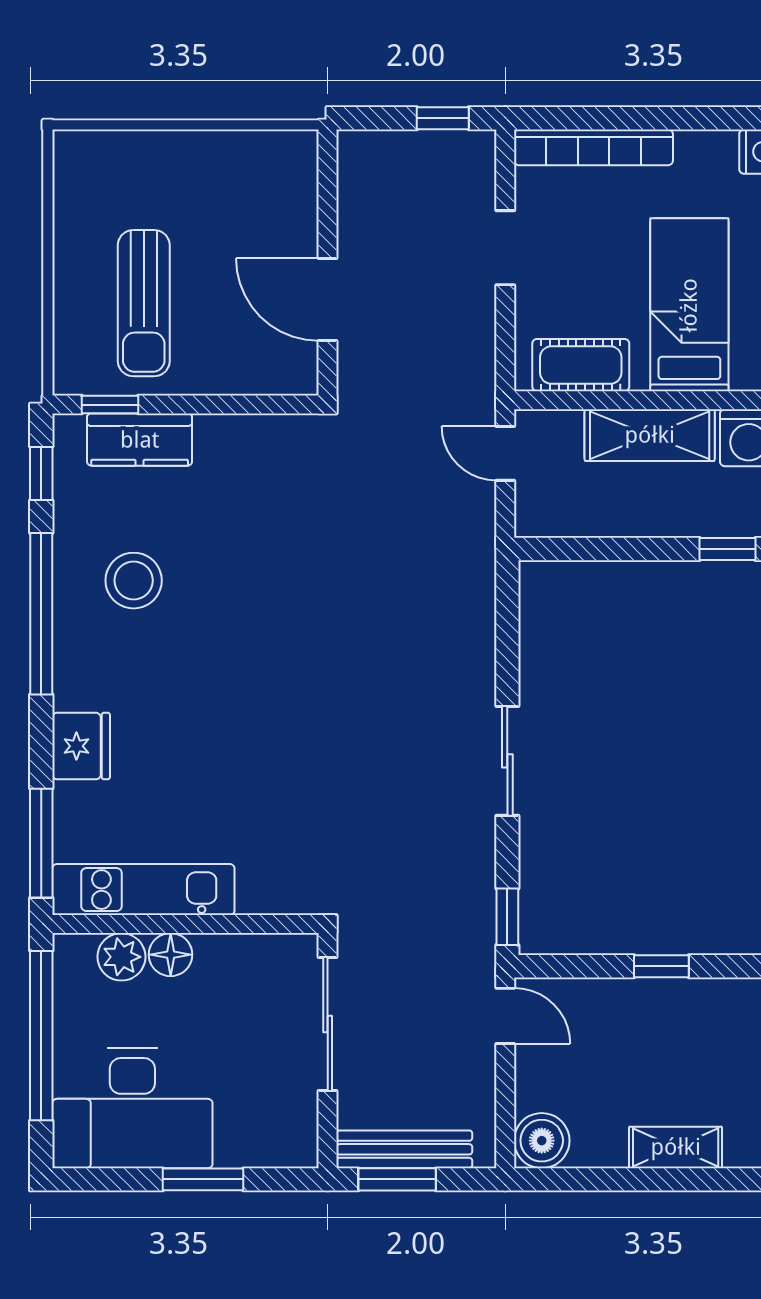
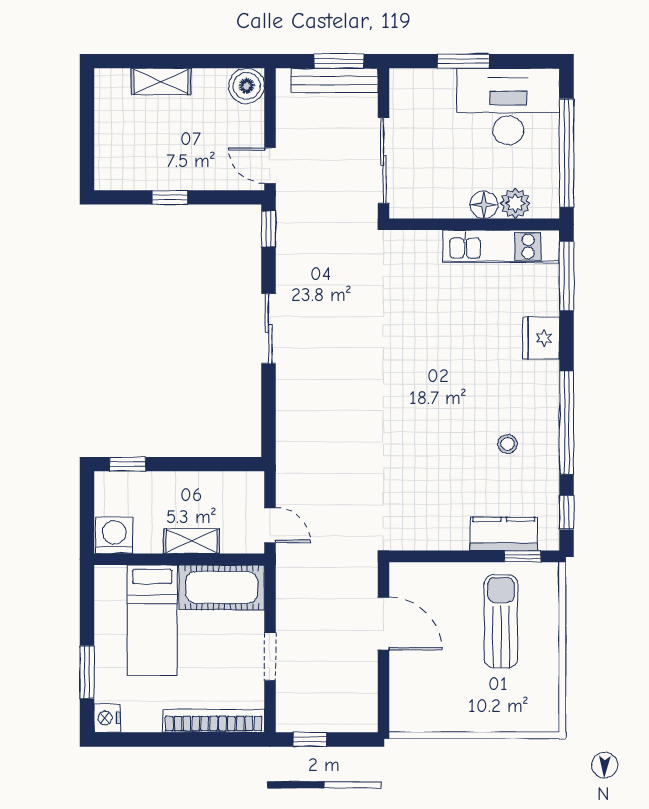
cot: (581, 365) -> (222, 587), width x1.37, depth x1.34
shelving: (650, 435) -> (191, 541), width x0.67, depth x0.75
stool: (134, 581) -> (507, 444), width x0.53, depth x0.53

